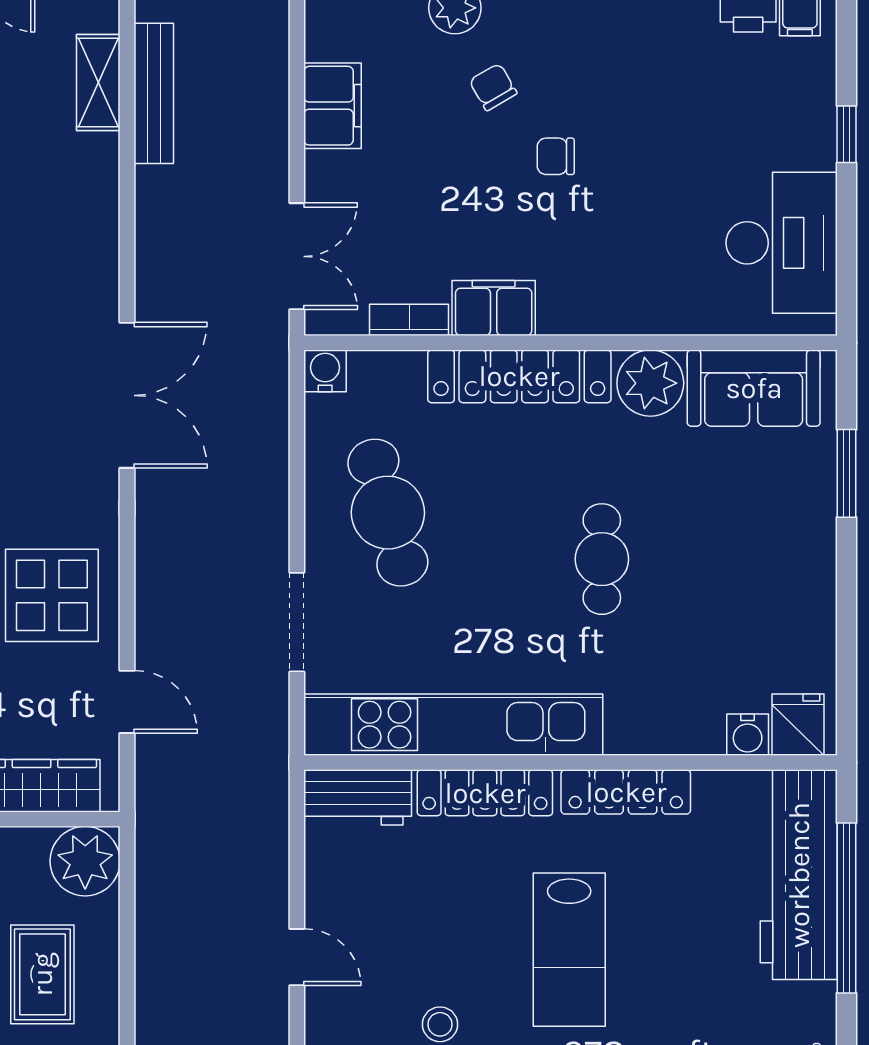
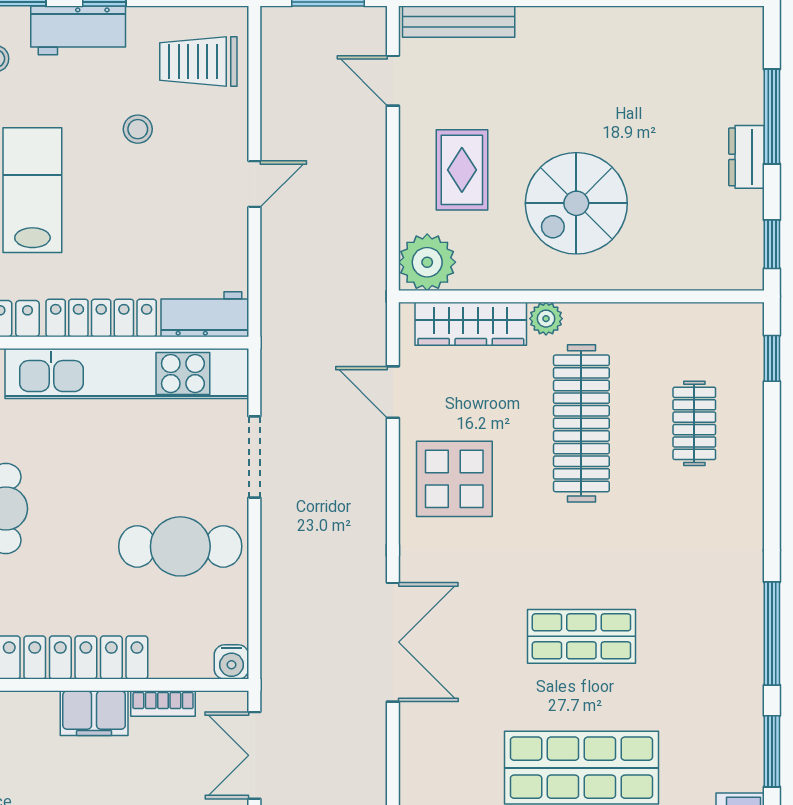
double door: (127, 395) -> (393, 642), swing flipped
cafe table: (388, 513) -> (180, 546), turned -74
door: (297, 957) -> (254, 184), swing flipped

